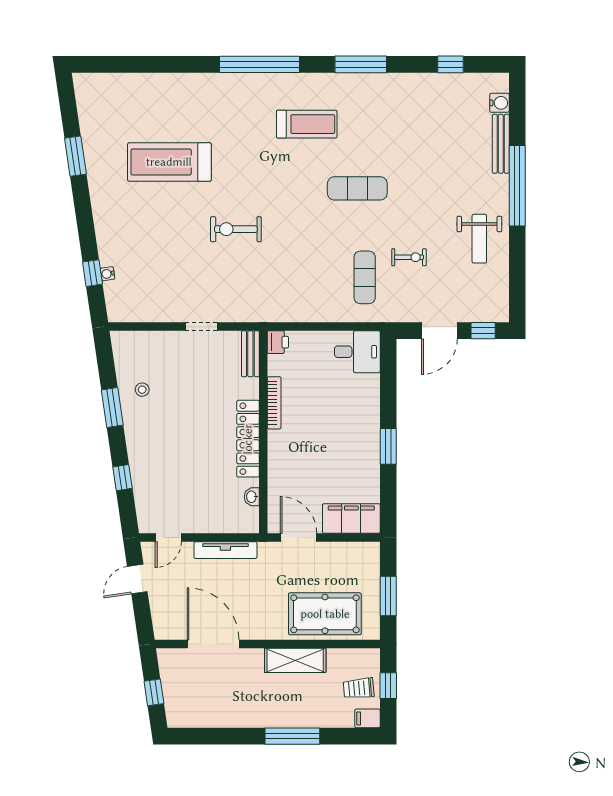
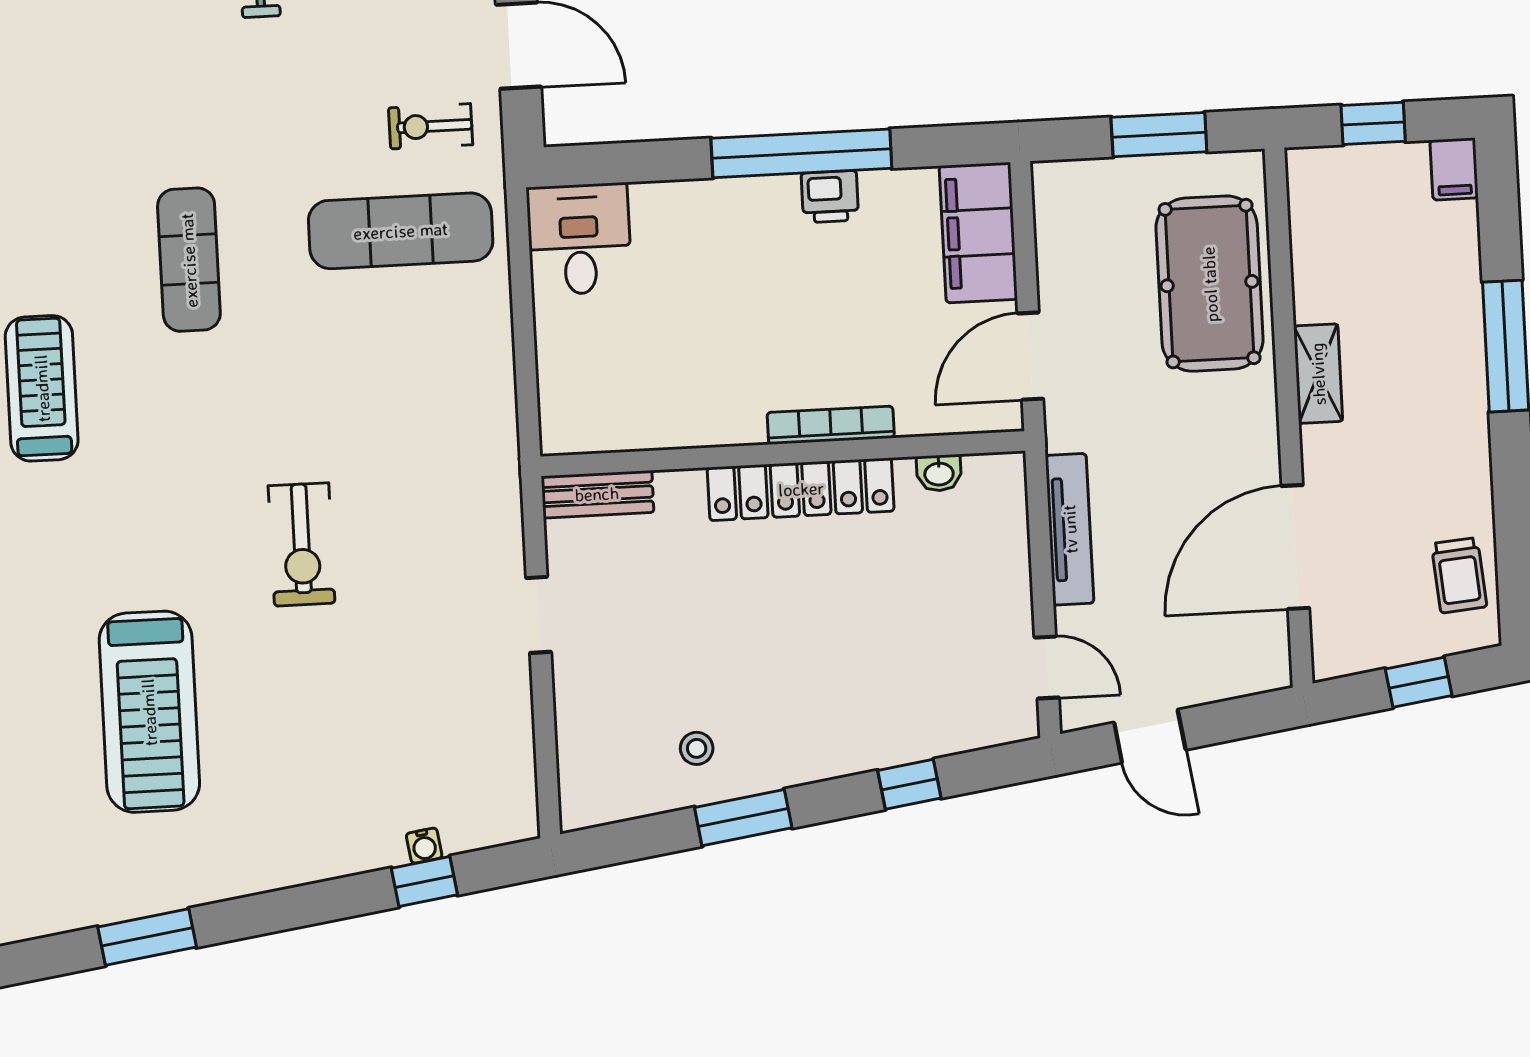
exercise bike: (409, 257) -> (431, 126), moved, turned -90
exercise mat: (365, 277) -> (401, 231), width x1.36, depth x1.45
printer: (278, 342) -> (830, 197), moved, turned 180
bookcase: (274, 403) -> (831, 425), moved
window: (388, 446) -> (801, 153), width x2.11
shelving: (295, 660) -> (1318, 374), width x0.67, depth x0.75
trolley: (359, 688) -> (1459, 575), moved

